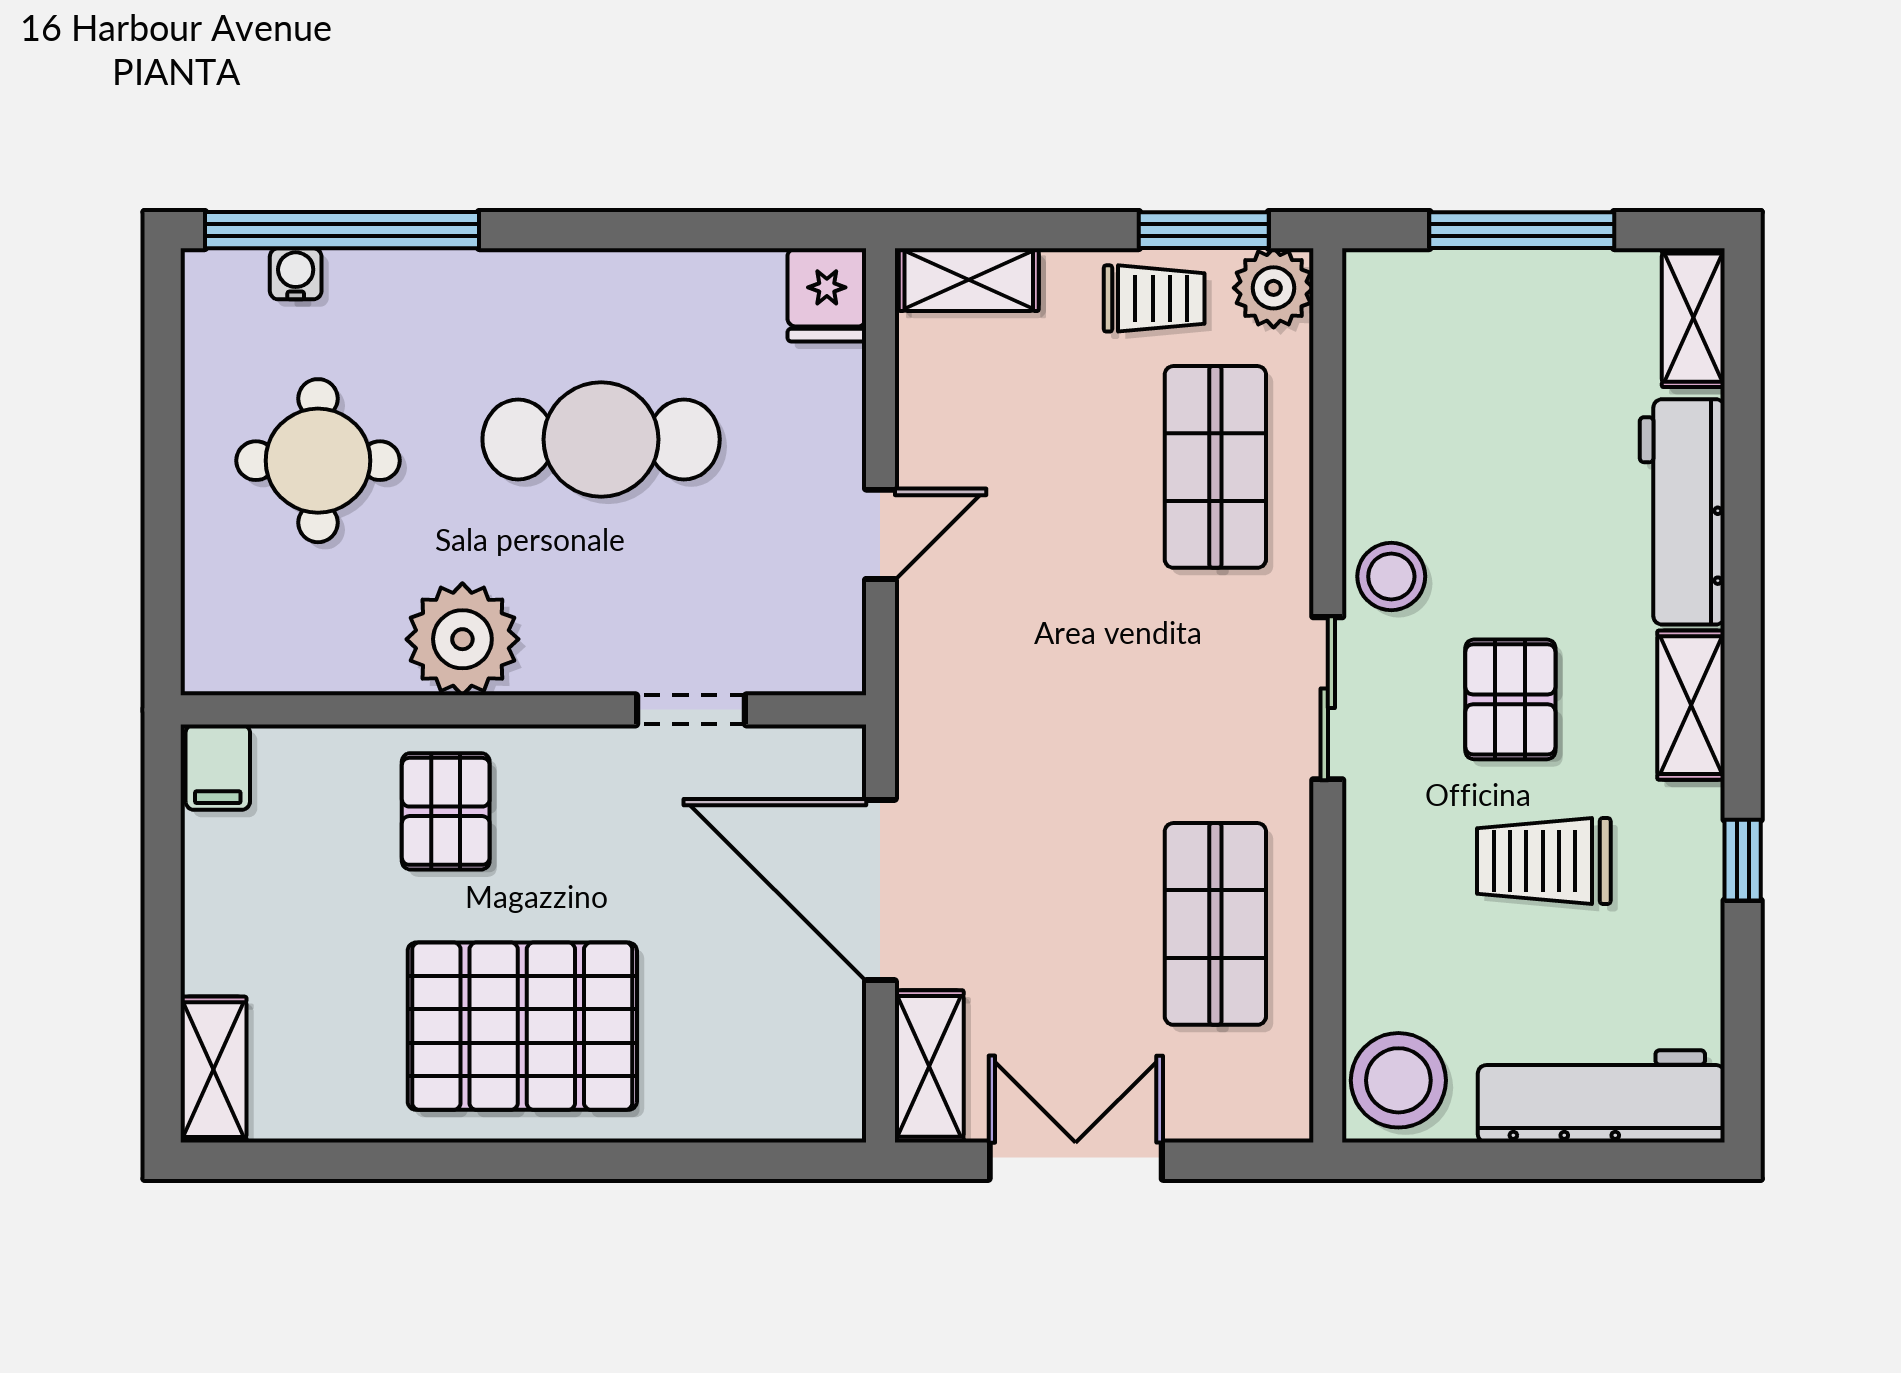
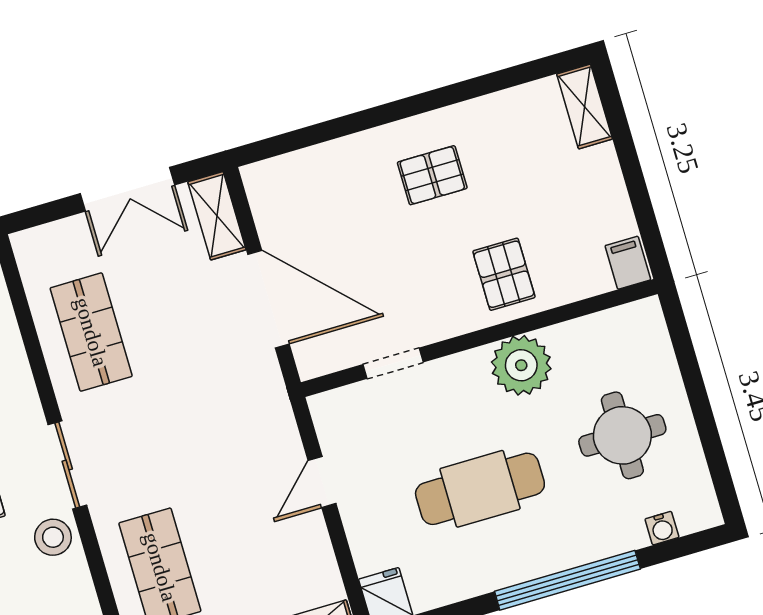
window: (342, 230) -> (567, 580), moved
pallet: (522, 1026) -> (432, 175), width x0.49, depth x0.50

